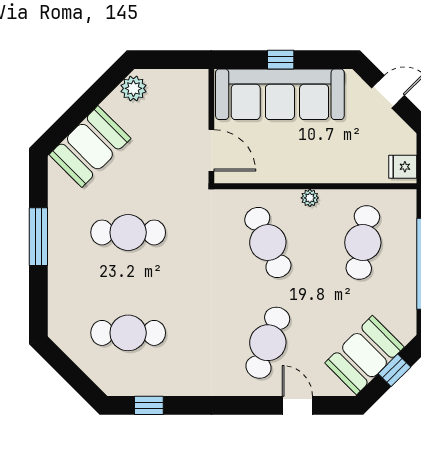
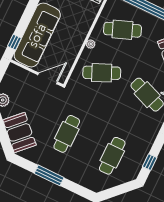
window: (281, 60) -> (14, 42), moved
cafe table: (363, 243) -> (122, 30), turned -30

